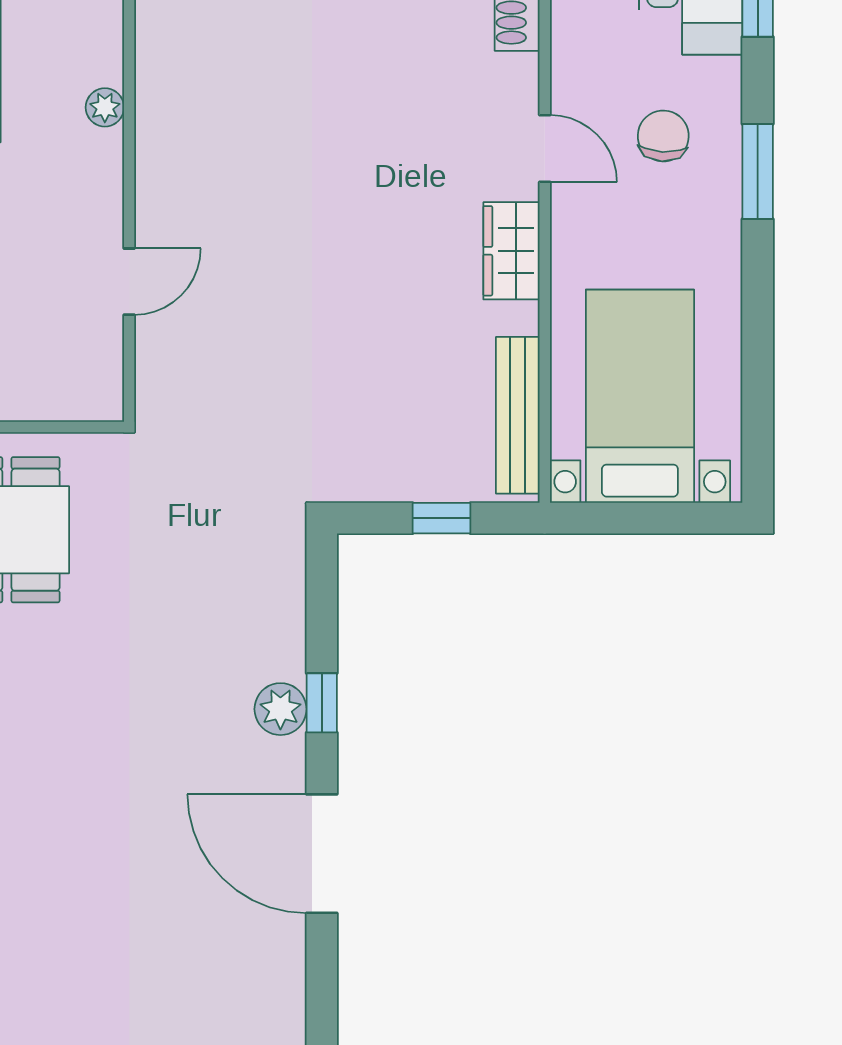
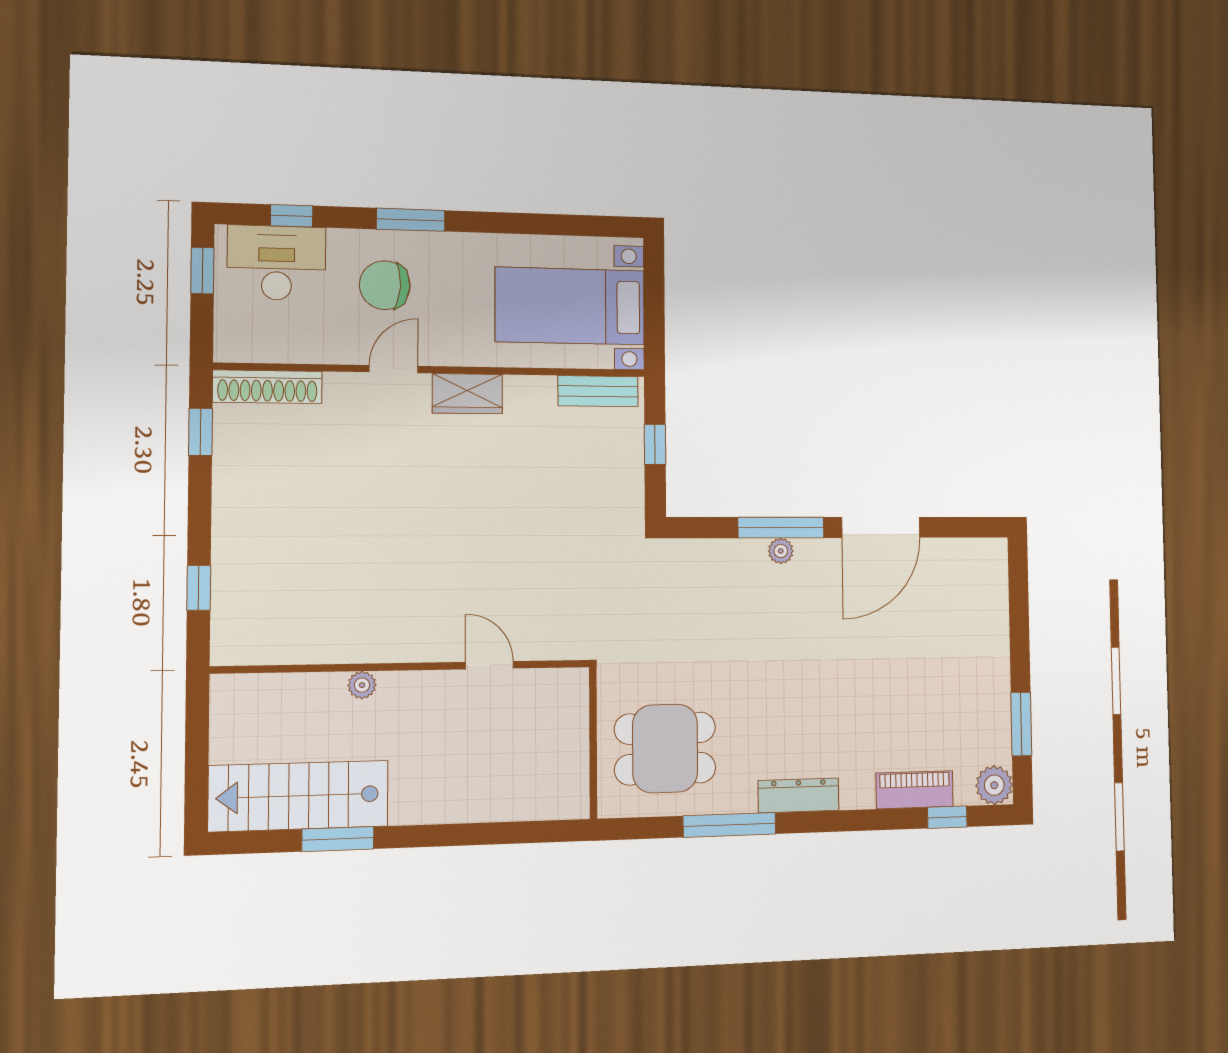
chair: (663, 136) -> (385, 285), width x1.37, depth x1.37
bench: (518, 415) -> (598, 391), width x0.73
window: (322, 703) -> (781, 528), width x2.17
plant: (280, 709) -> (781, 551), width x0.73, depth x0.73

